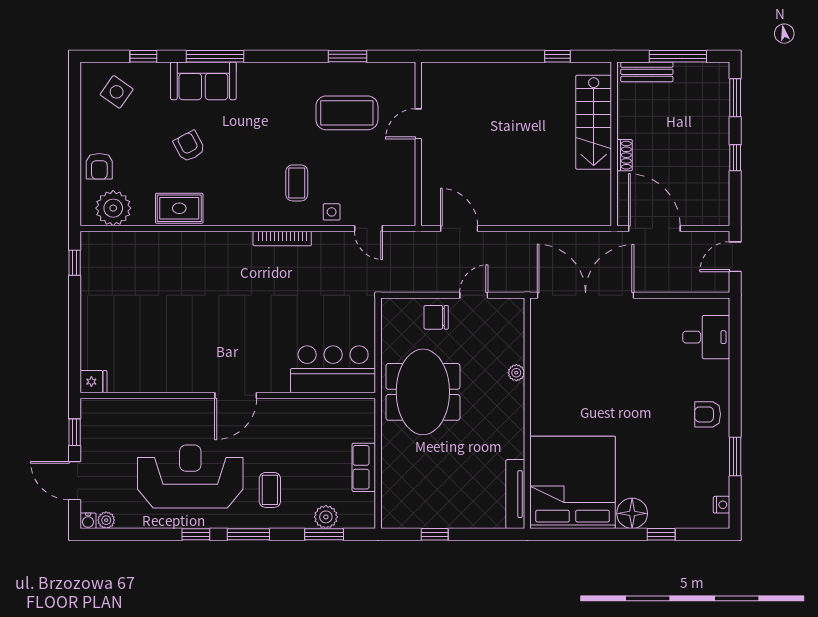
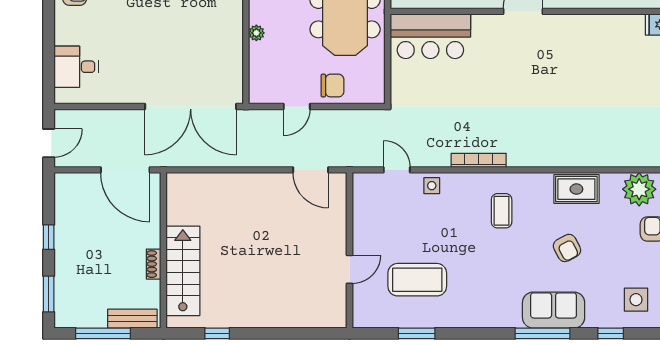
side table: (117, 92) -> (636, 300), turned -35
shoe rack: (625, 155) -> (154, 264), moved
coffee table: (297, 183) -> (502, 211), moved

